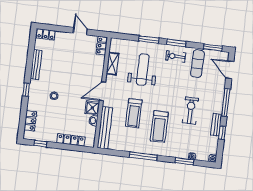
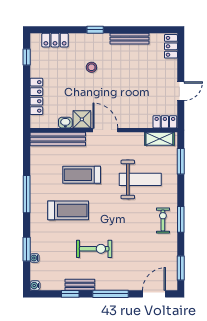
window: (149, 40) -> (181, 161), moved
shelving: (112, 64) -> (159, 139), moved
exercise mat: (197, 64) -> (157, 250), removed
treadmill: (159, 127) -> (68, 210), turned 180

